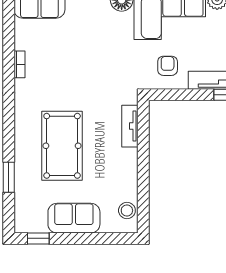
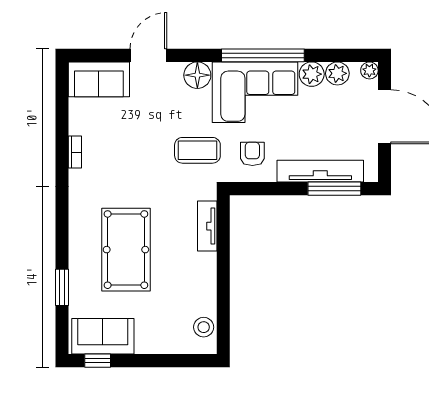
coffee table: (122, 63) -> (197, 150), added
sofa: (74, 218) -> (103, 336), moved

